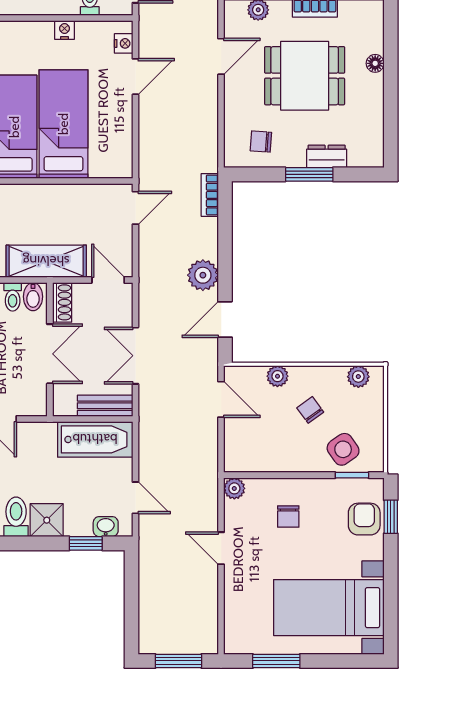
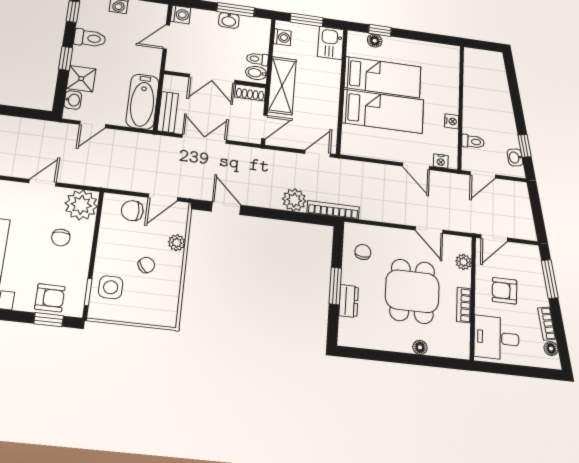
bookcase: (210, 195) -> (333, 210), width x1.56
door: (135, 208) -> (318, 154), swing flipped
plant: (203, 275) -> (294, 200), moved
plant: (358, 377) -> (169, 306), removed
chair: (243, 435) -> (132, 211), added
side table: (343, 449) -> (111, 287), turned 35
plant: (234, 488) -> (81, 205), width x1.88, depth x1.88
chair: (288, 516) -> (61, 238), turned -90
shower: (47, 520) -> (81, 79), moved
window: (86, 543) -> (66, 58), moved

